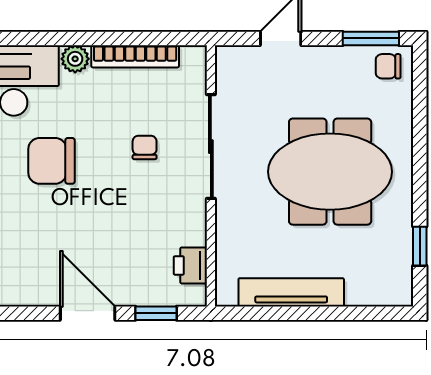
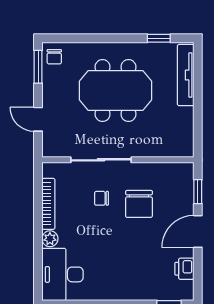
chair: (52, 161) -> (139, 204), moved
meeting table: (330, 172) -> (115, 91), turned 90
printer: (190, 265) -> (184, 269), moved, turned 90
tv unit: (291, 292) -> (186, 75), moved

